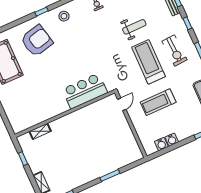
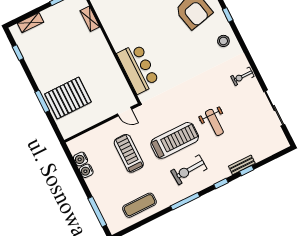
pallet: (108, 153) -> (68, 98), added

